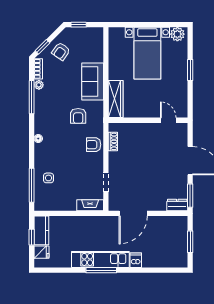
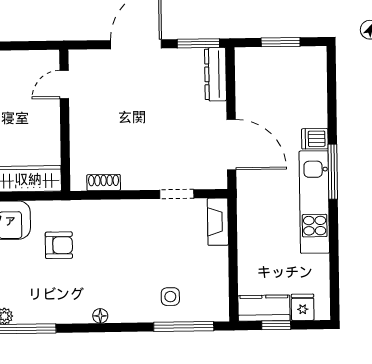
armchair: (94, 145) -> (110, 217), removed
dresser: (177, 205) -> (215, 74), width x1.44
window: (101, 270) -> (333, 172), moved

